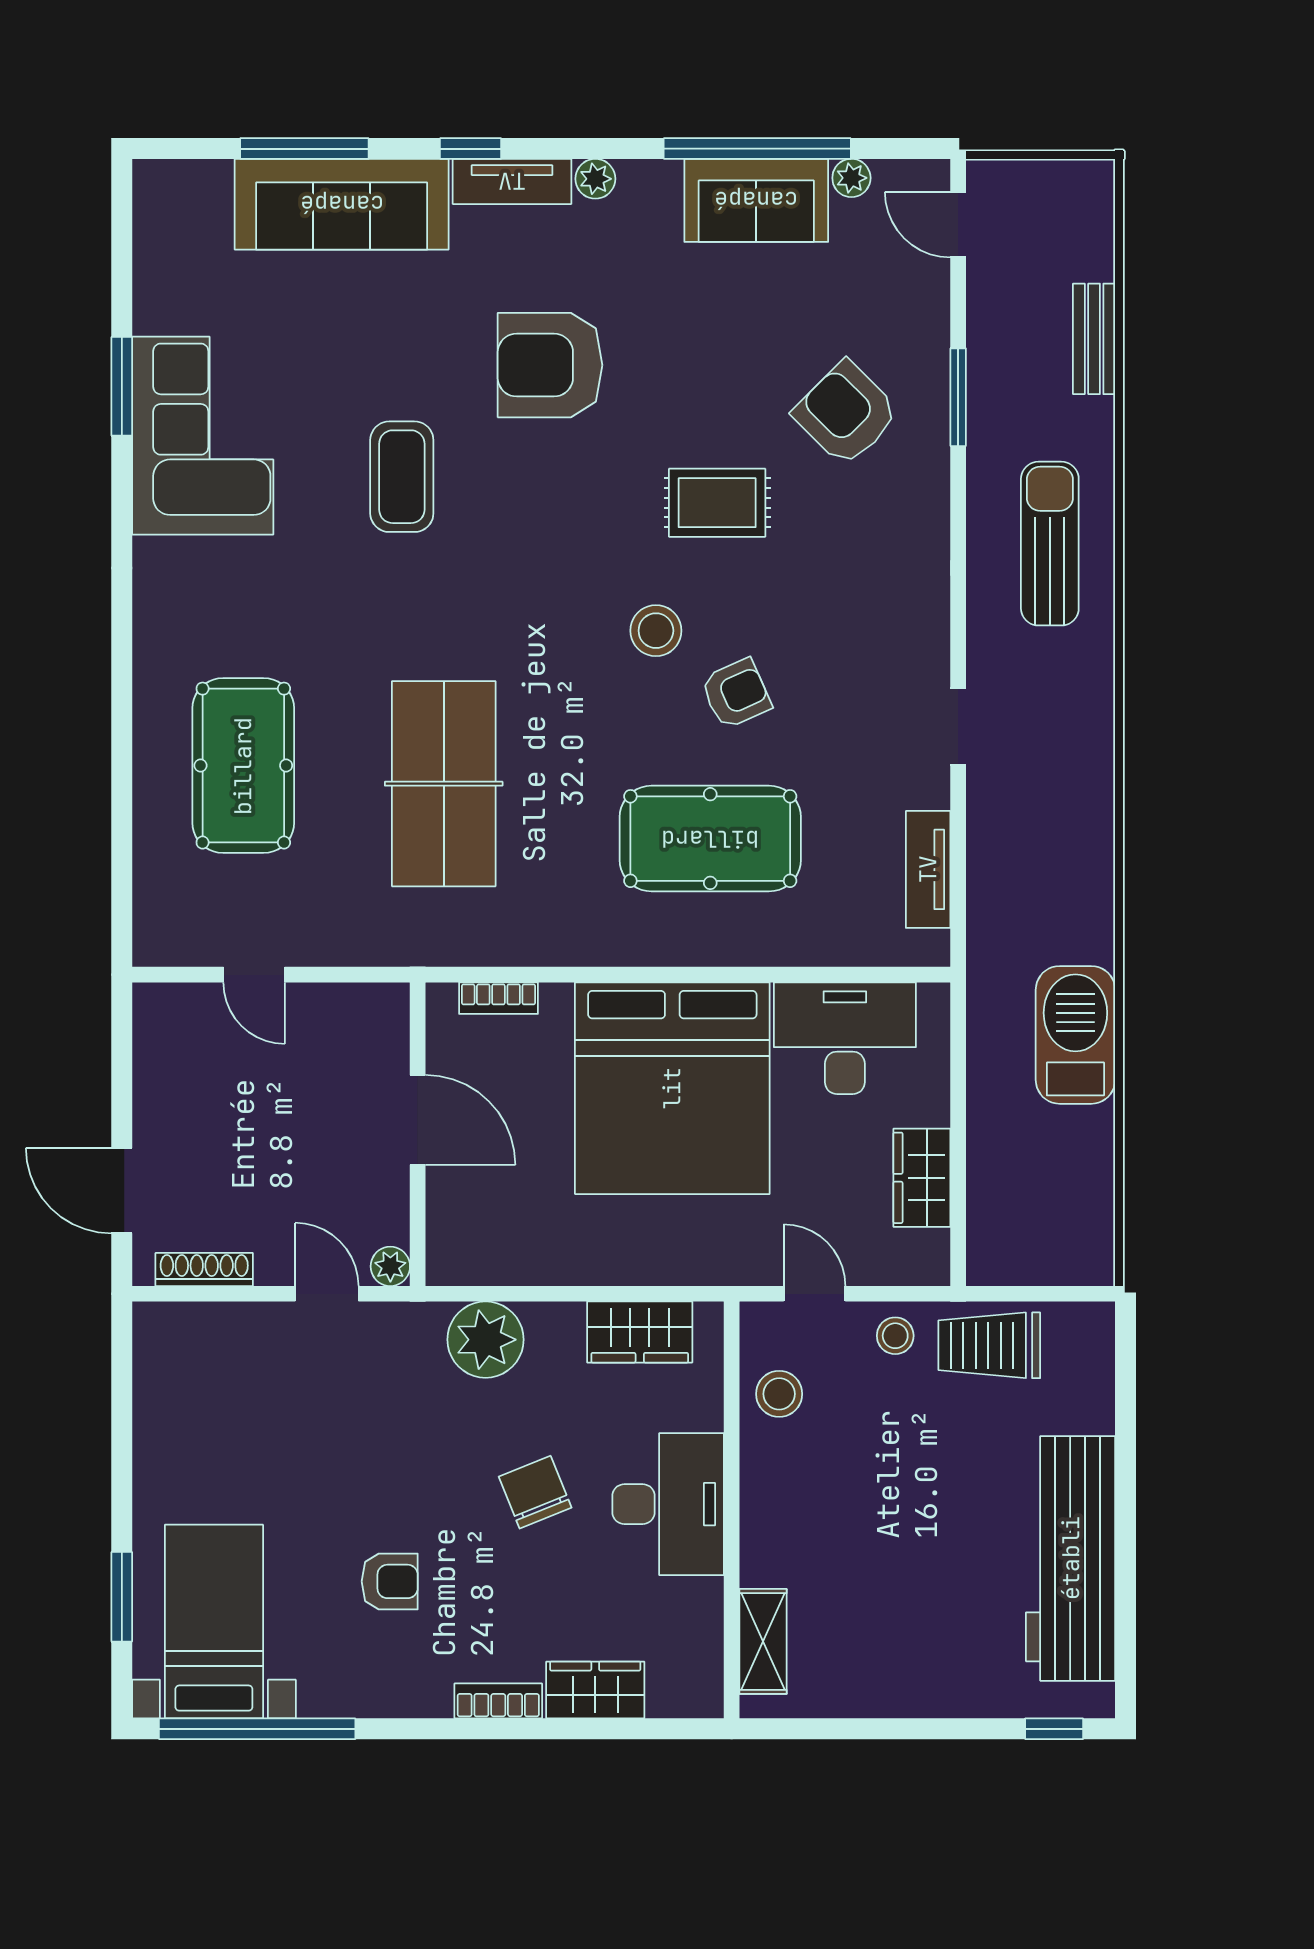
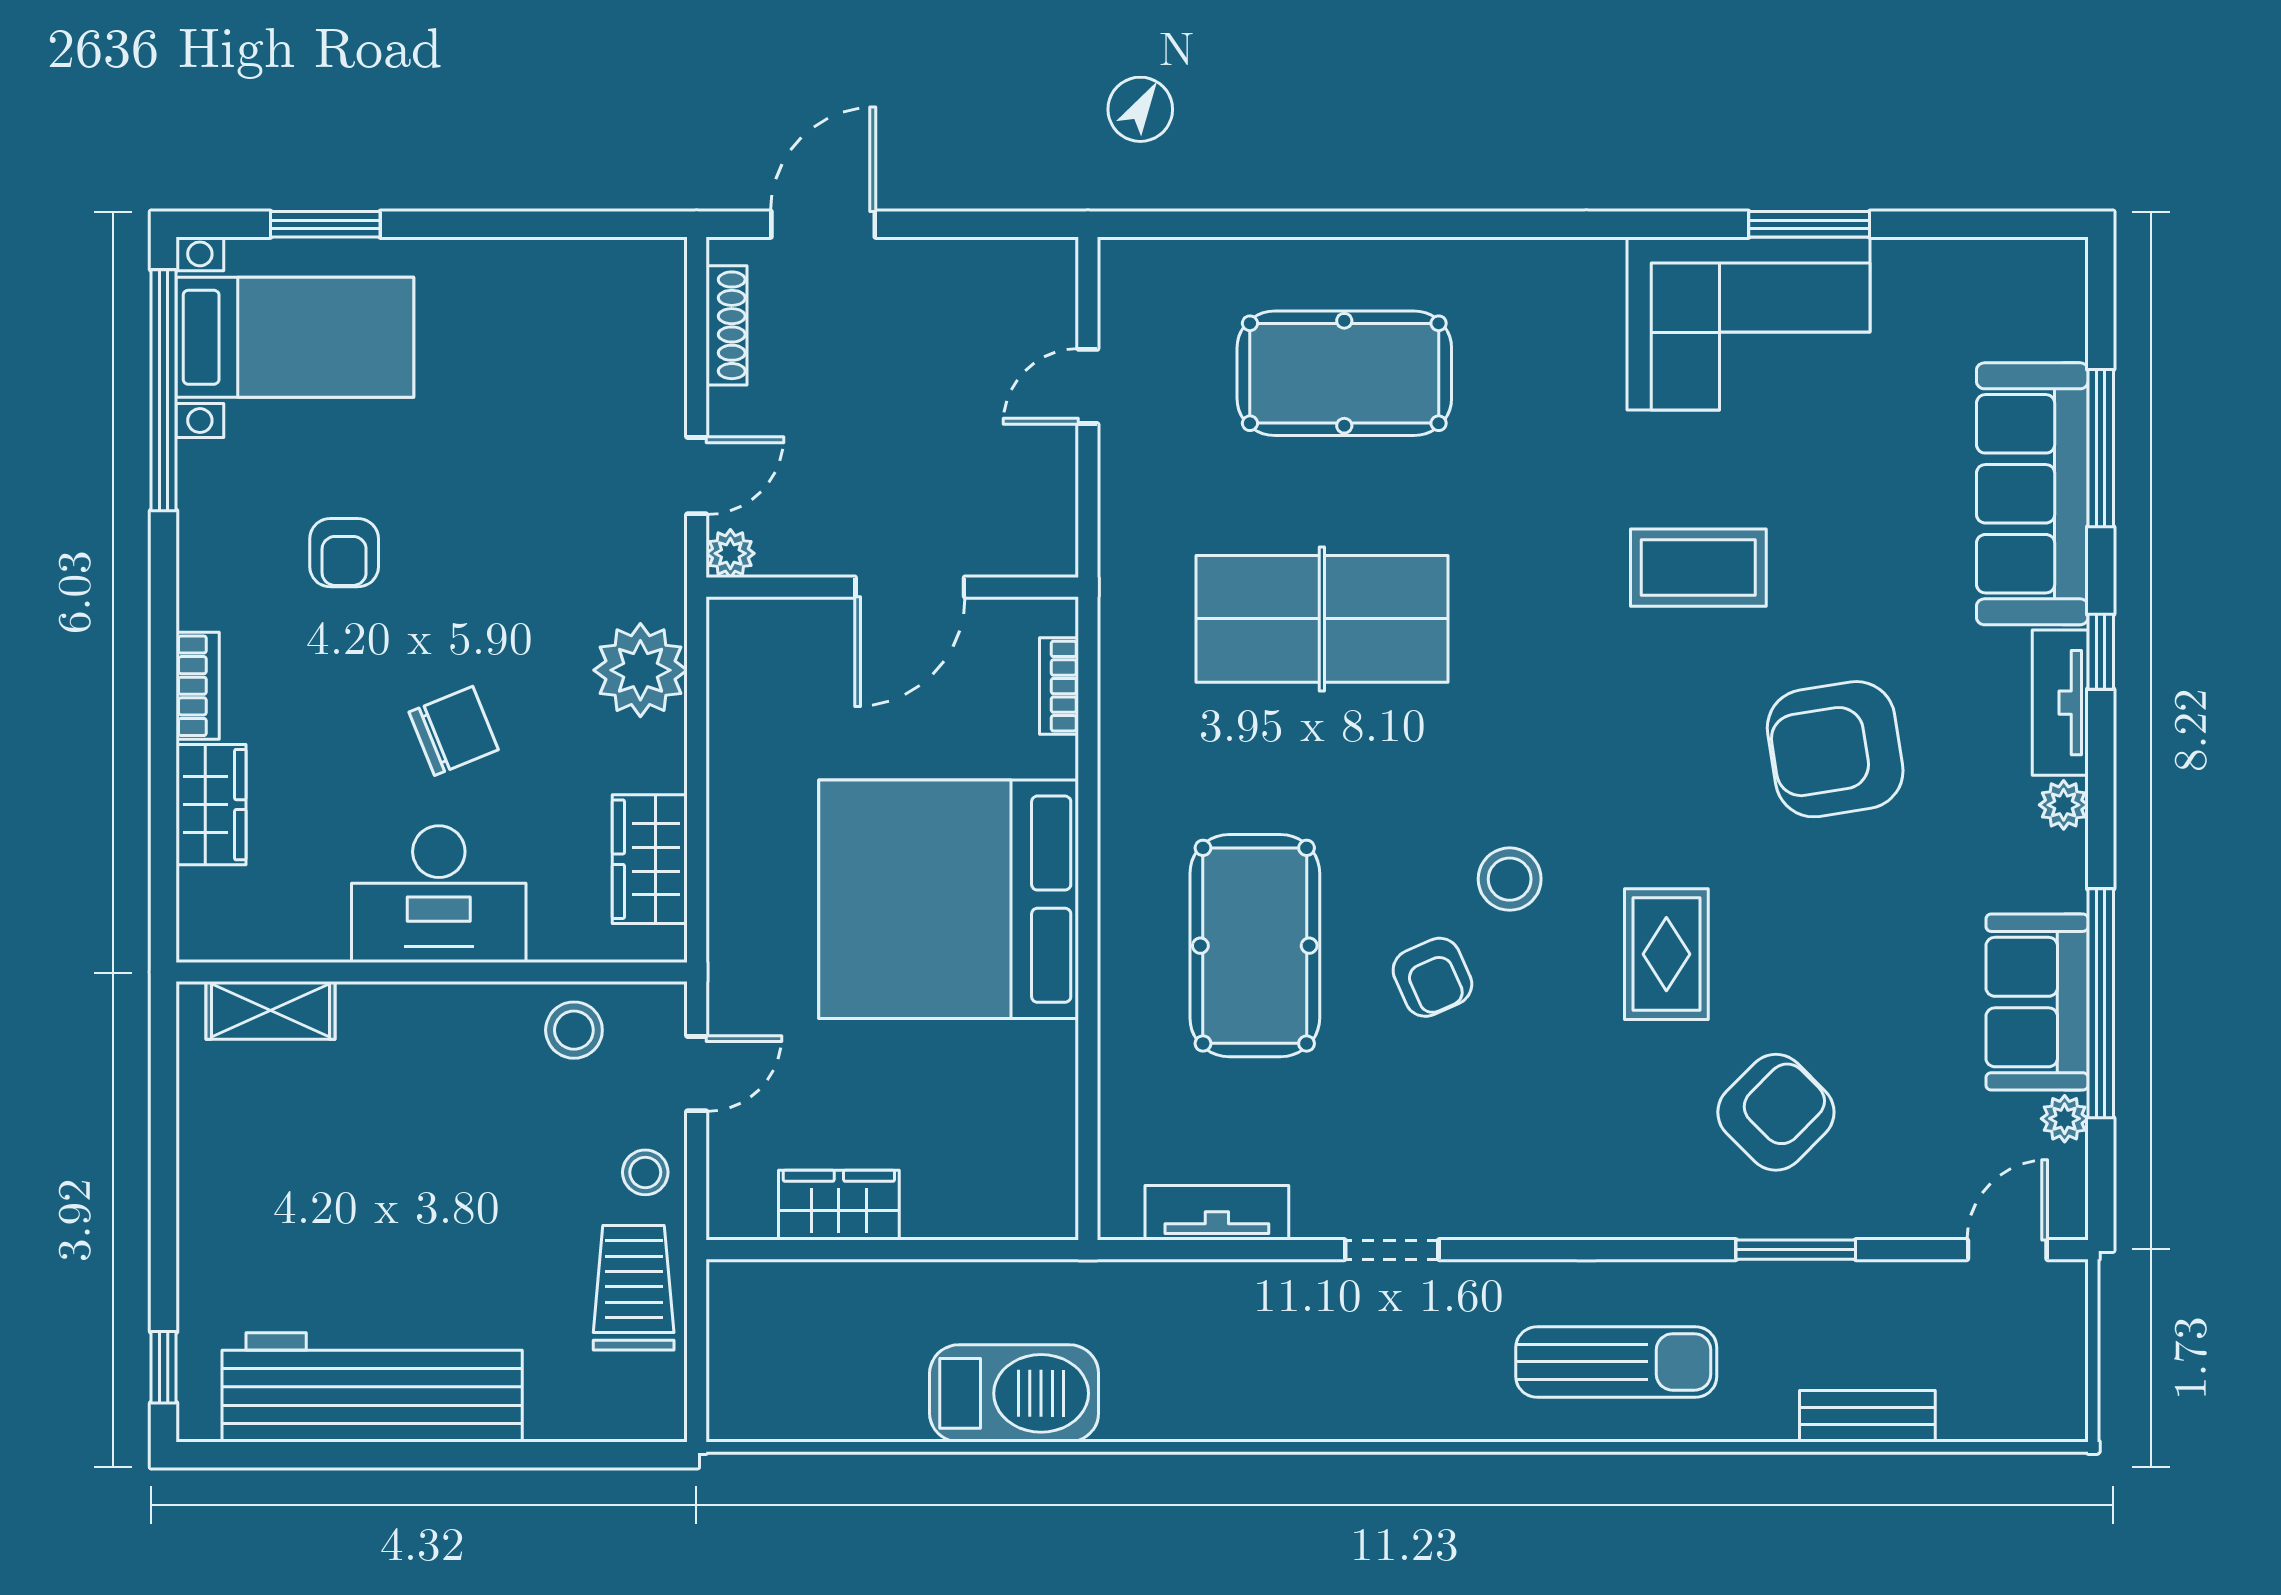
armchair: (550, 365) -> (1835, 749), turned -99
desk: (845, 1038) -> (1010, 1111), removed

